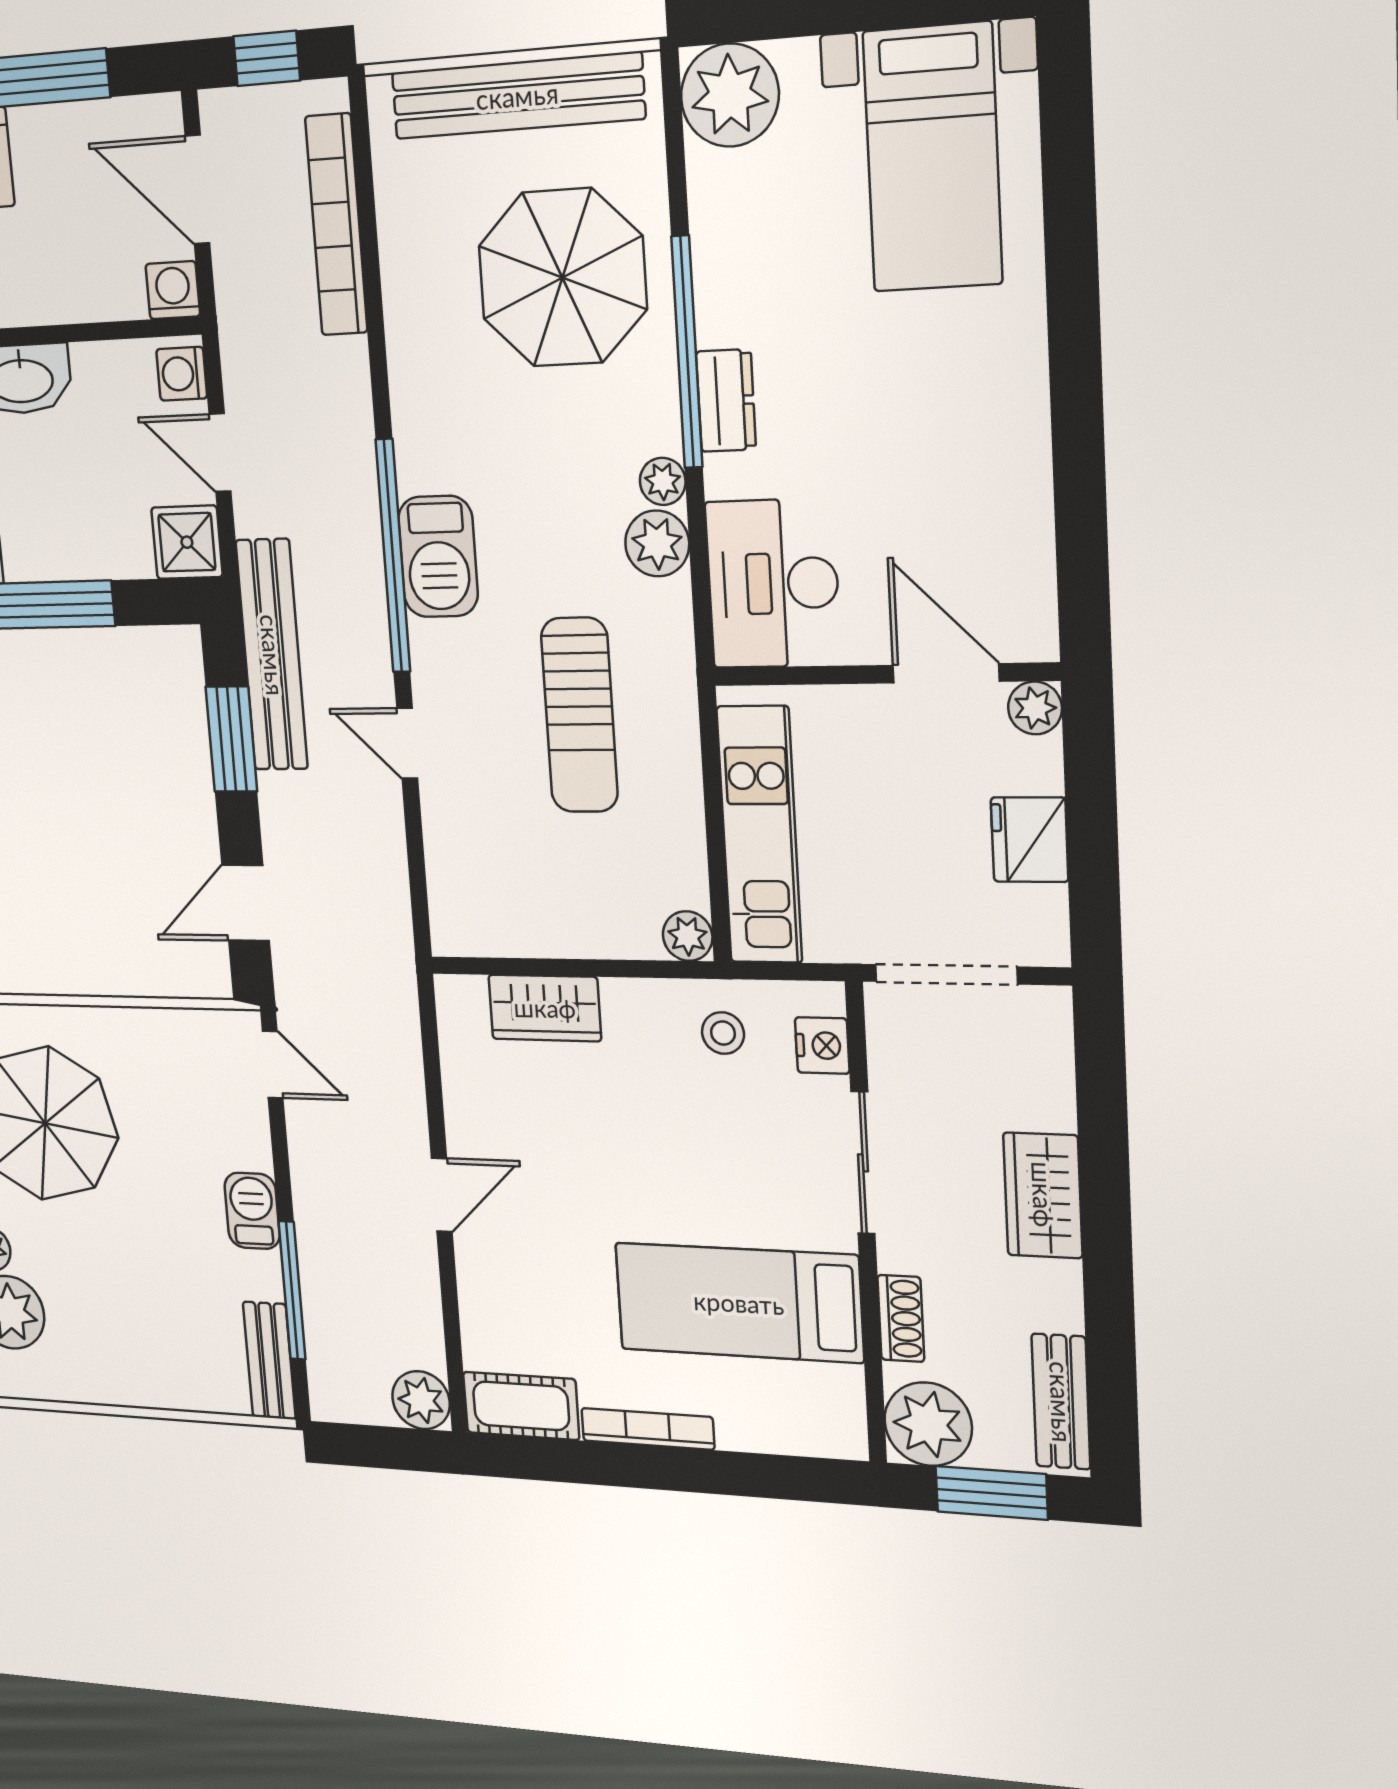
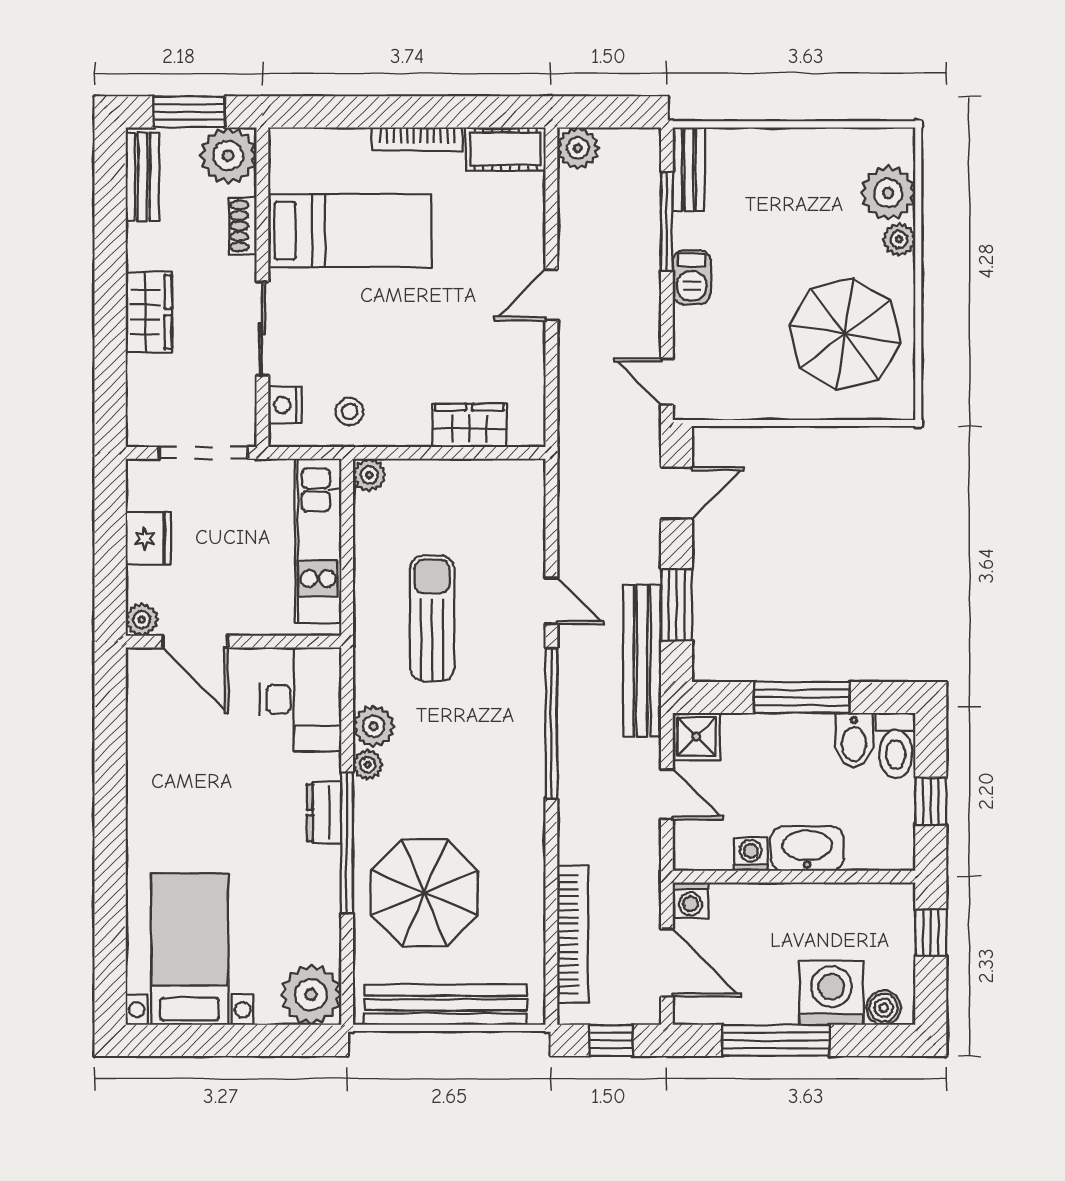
washing machine: (182, 374) -> (751, 854), moved, turned -90
barbecue: (438, 556) -> (520, 722), removed

